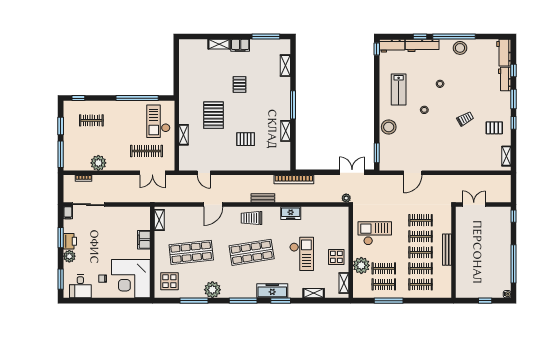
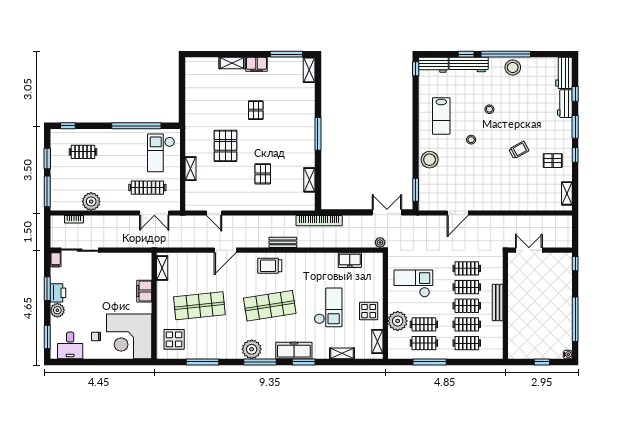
shelving: (285, 66) -> (309, 70), moved
shelving: (286, 131) -> (309, 180), moved
pallet: (246, 139) -> (263, 174), turned 90
freezer: (291, 213) -> (350, 260), moved
plant: (212, 290) -> (252, 349), moved

